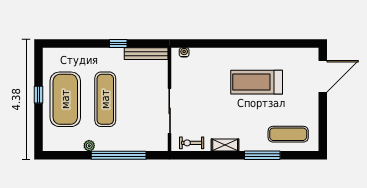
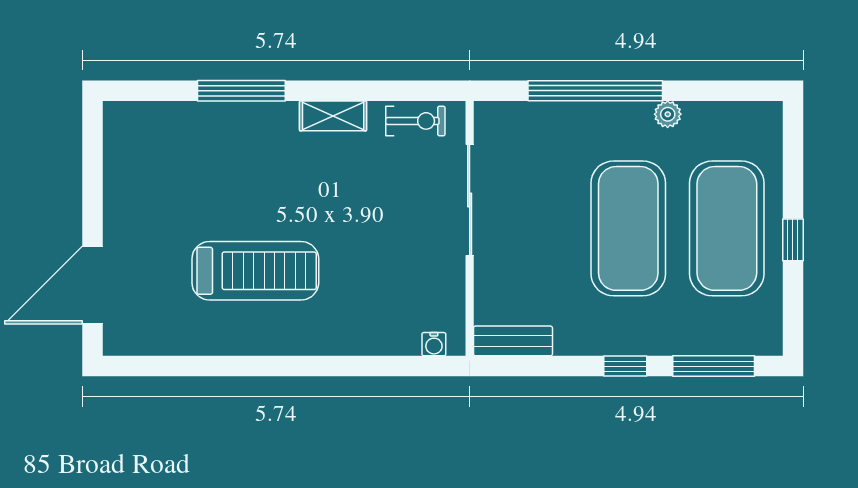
window: (71, 43) -> (714, 366), added
window: (118, 43) -> (625, 366), moved
bench: (146, 54) -> (513, 341), width x0.73
exercise mat: (105, 99) -> (628, 228), width x1.47
exercise mat: (288, 134) -> (177, 142), removed

